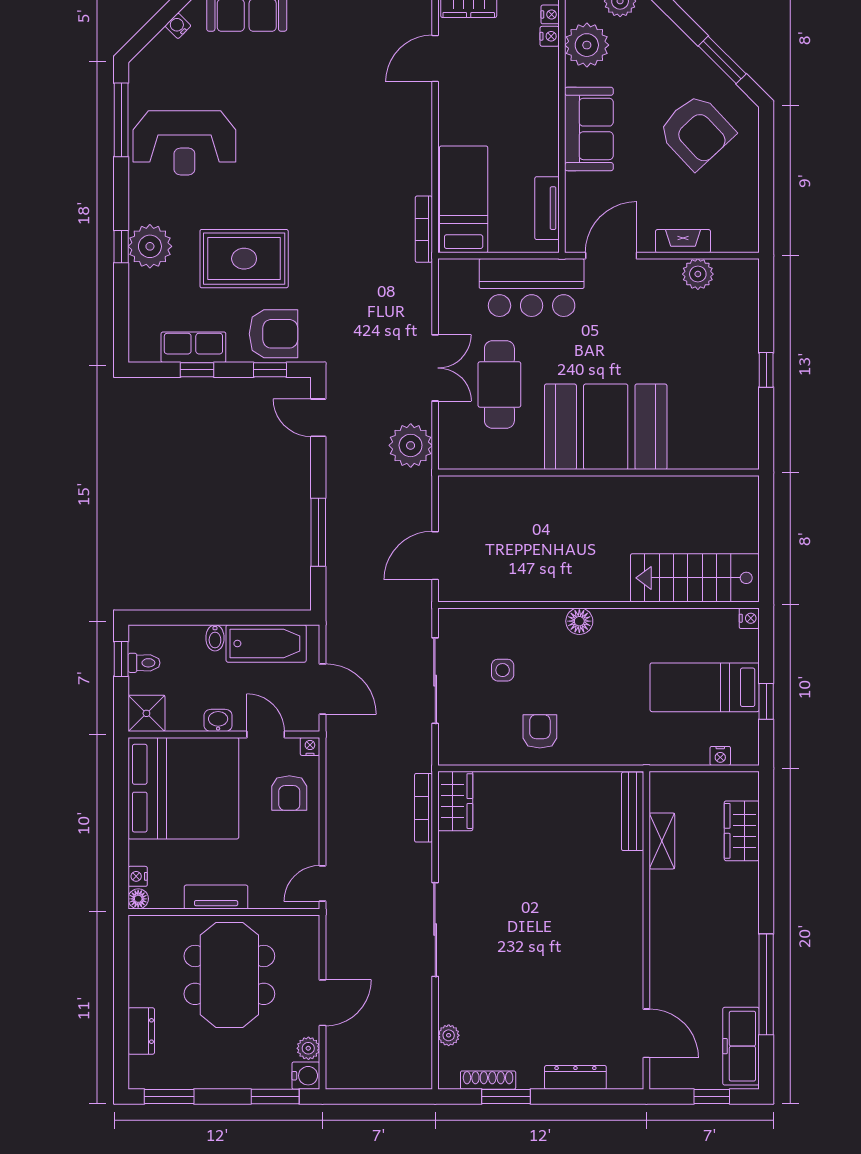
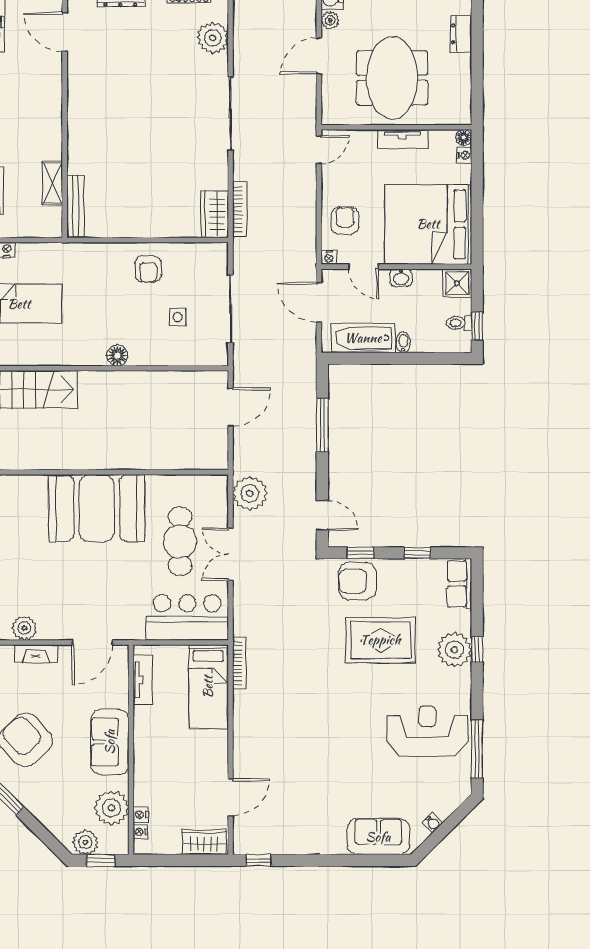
bar counter: (532, 288) -> (187, 617), moved
row of seats: (193, 347) -> (459, 584), moved, turned 90
plant: (449, 1035) -> (213, 38), width x1.87, depth x1.87

